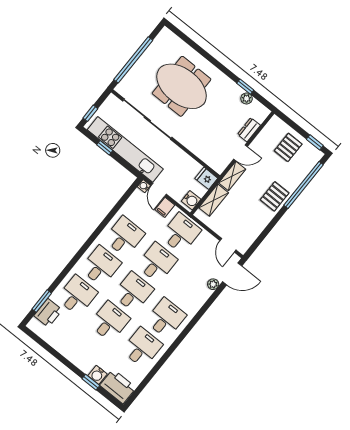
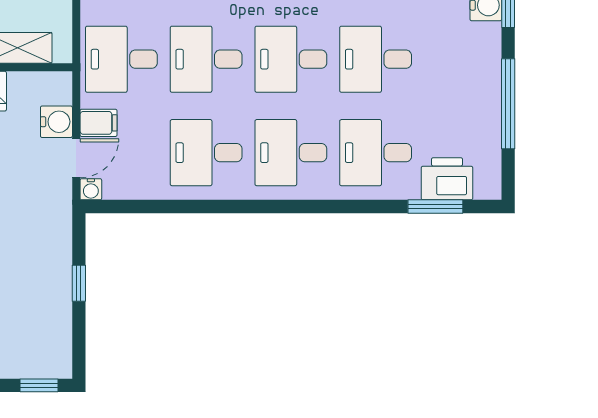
window: (105, 148) -> (79, 283), moved
kitchen unit: (125, 149) -> (53, 274), removed
water cooler: (191, 200) -> (56, 122), moved, turned 90
window: (57, 355) -> (508, 104), added

